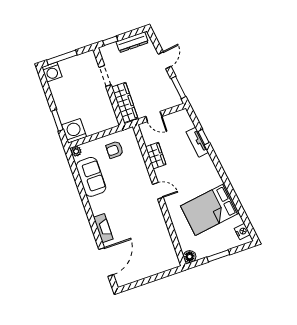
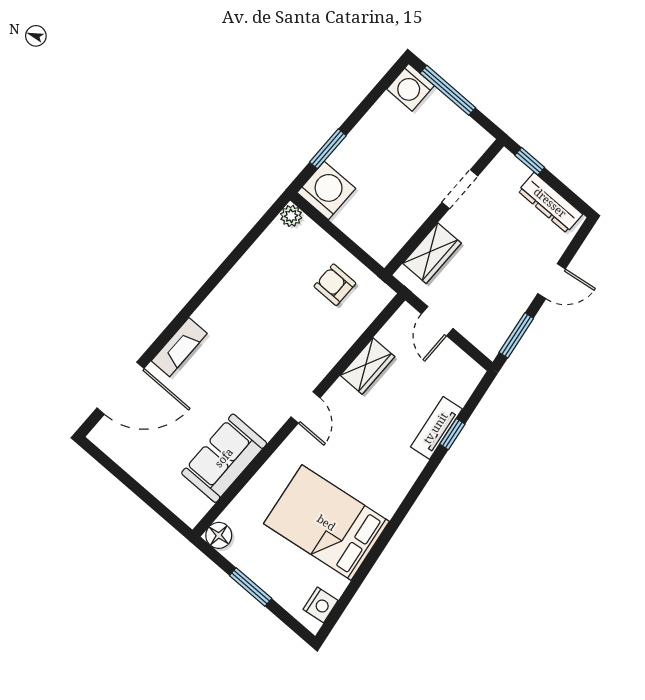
wardrobe: (125, 103) -> (432, 253), width x0.67
sofa: (91, 177) -> (224, 458), moved, turned 180

